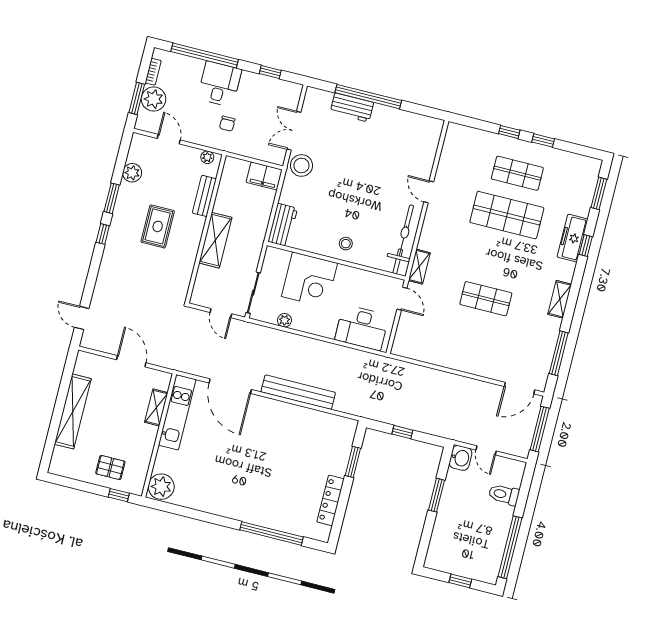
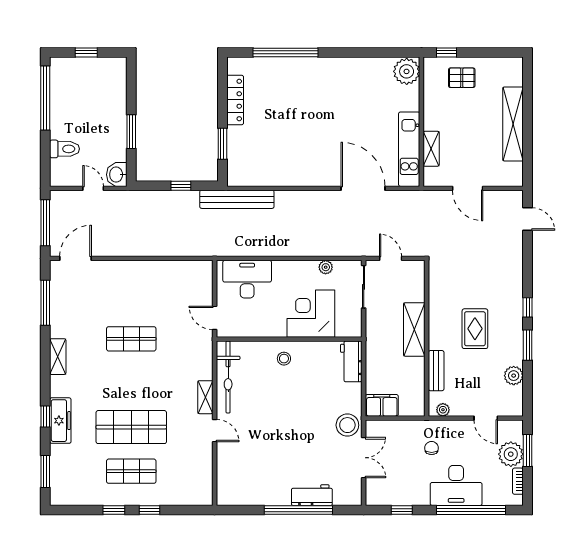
desk: (219, 84) -> (456, 485), width x1.37
shelving: (419, 267) -> (205, 397), moved
bench: (298, 392) -> (237, 199), moved

